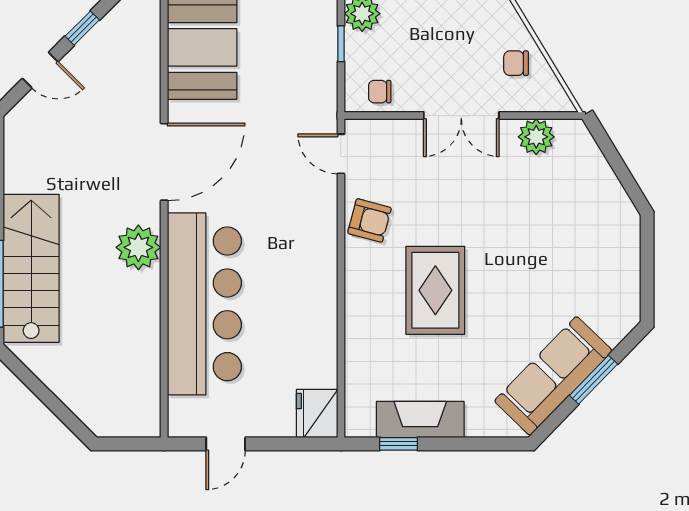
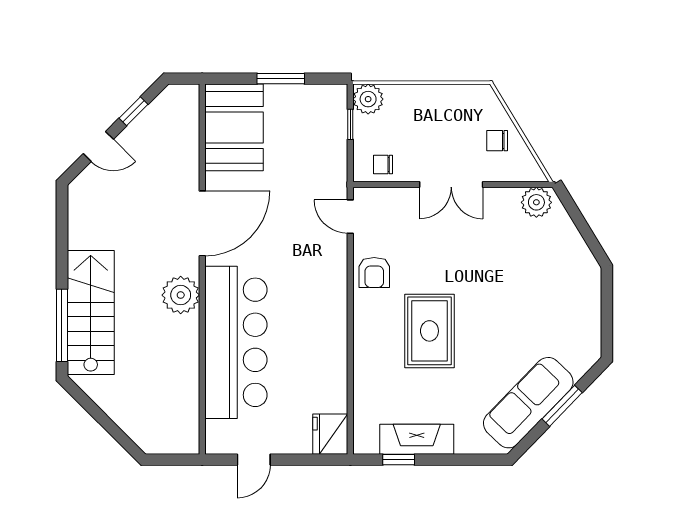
plant: (536, 137) -> (536, 202), moved
armchair: (369, 220) -> (374, 272), turned 75

